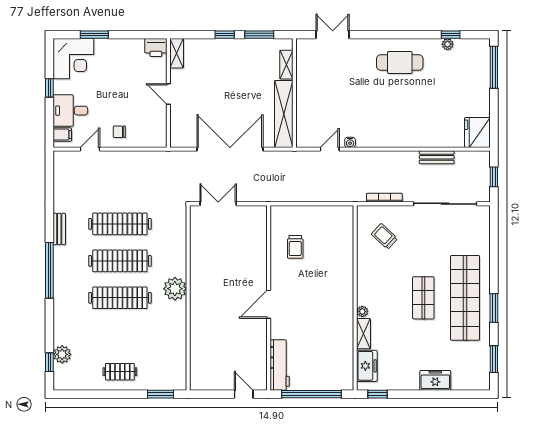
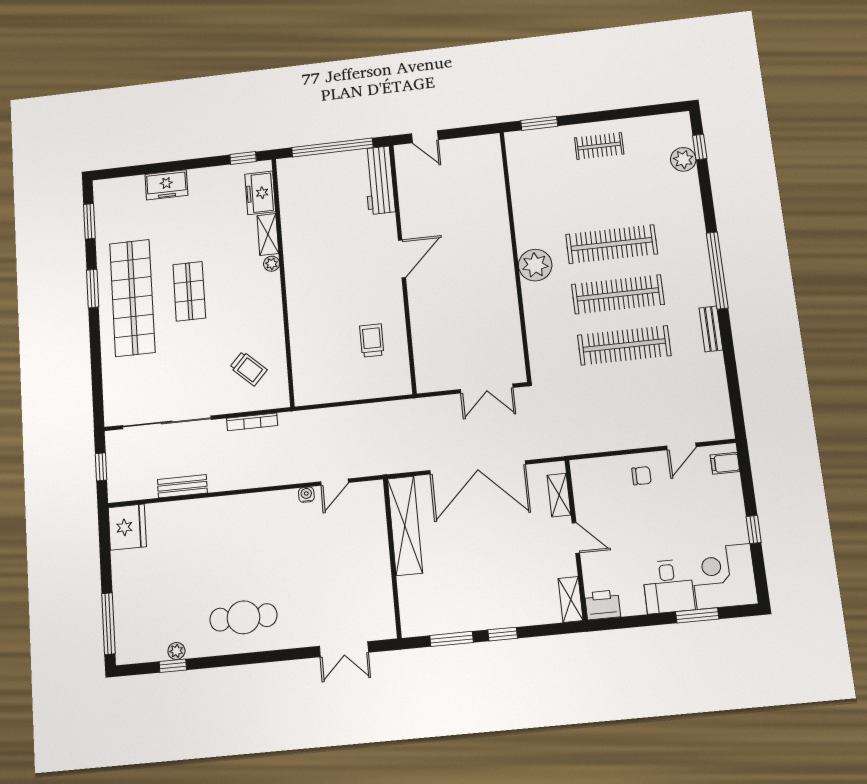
shelving: (286, 65) -> (559, 495), moved
desk: (70, 111) -> (668, 586), moved, turned 90

